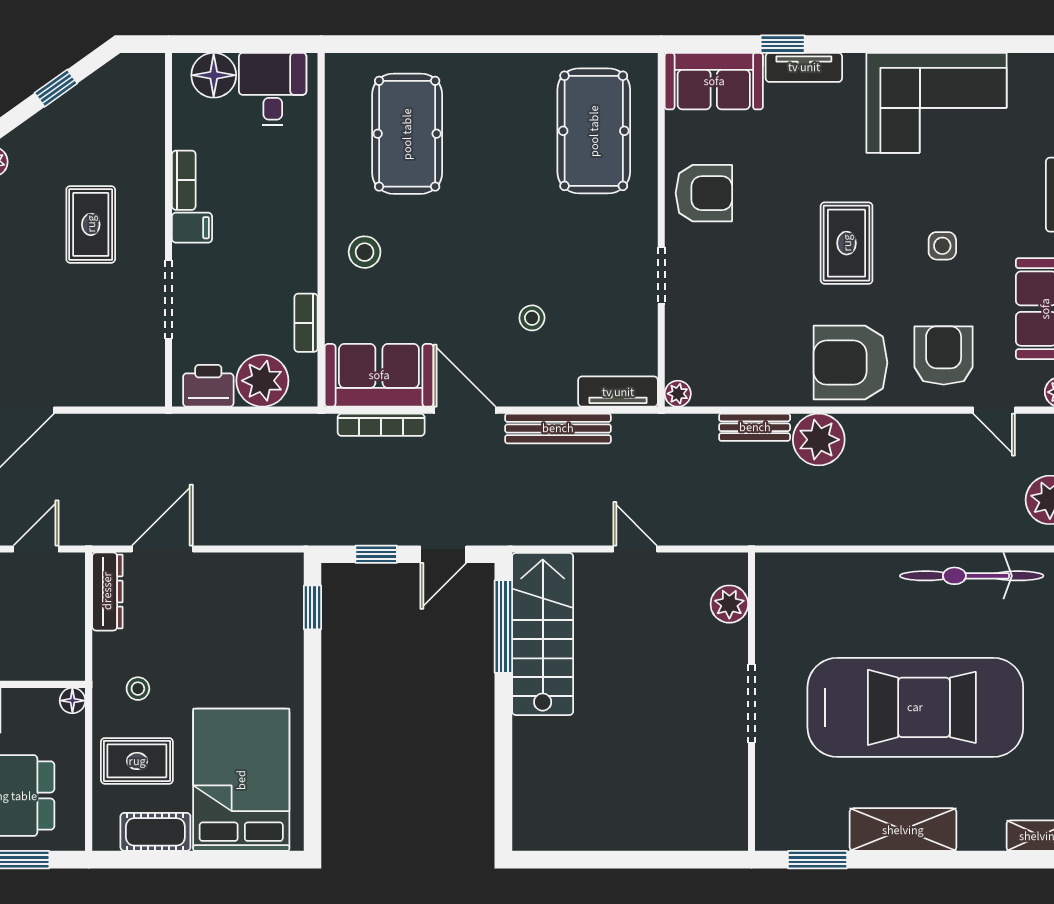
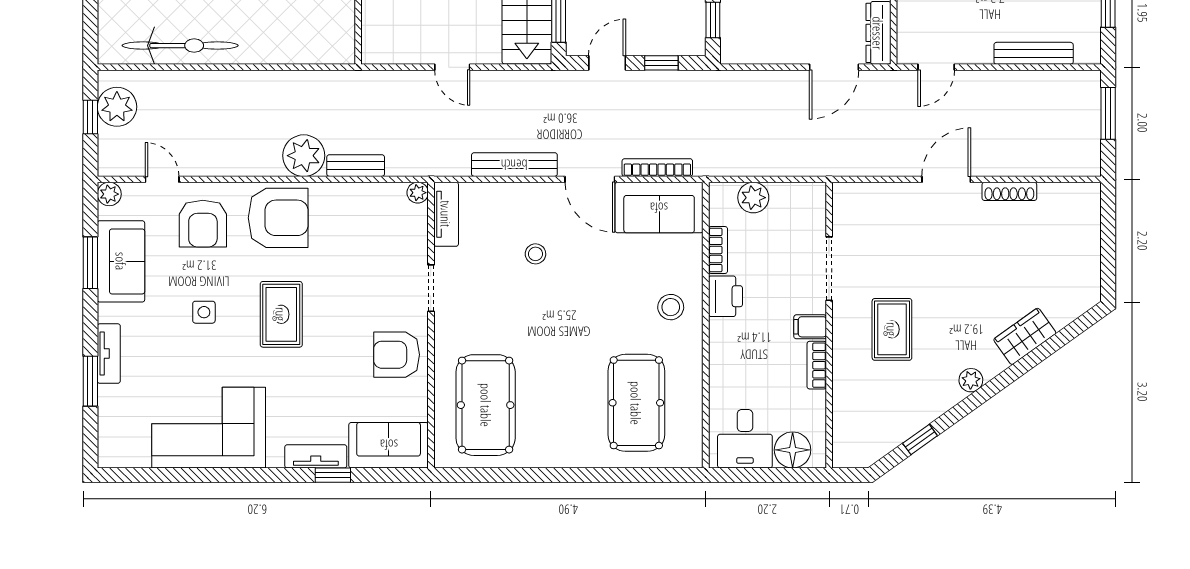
plant: (262, 381) -> (753, 198), width x0.73, depth x0.73
printer: (208, 386) -> (725, 296), moved, turned -90
tv unit: (618, 392) -> (446, 214), moved, turned -90
plant: (729, 604) -> (376, 23), removed

